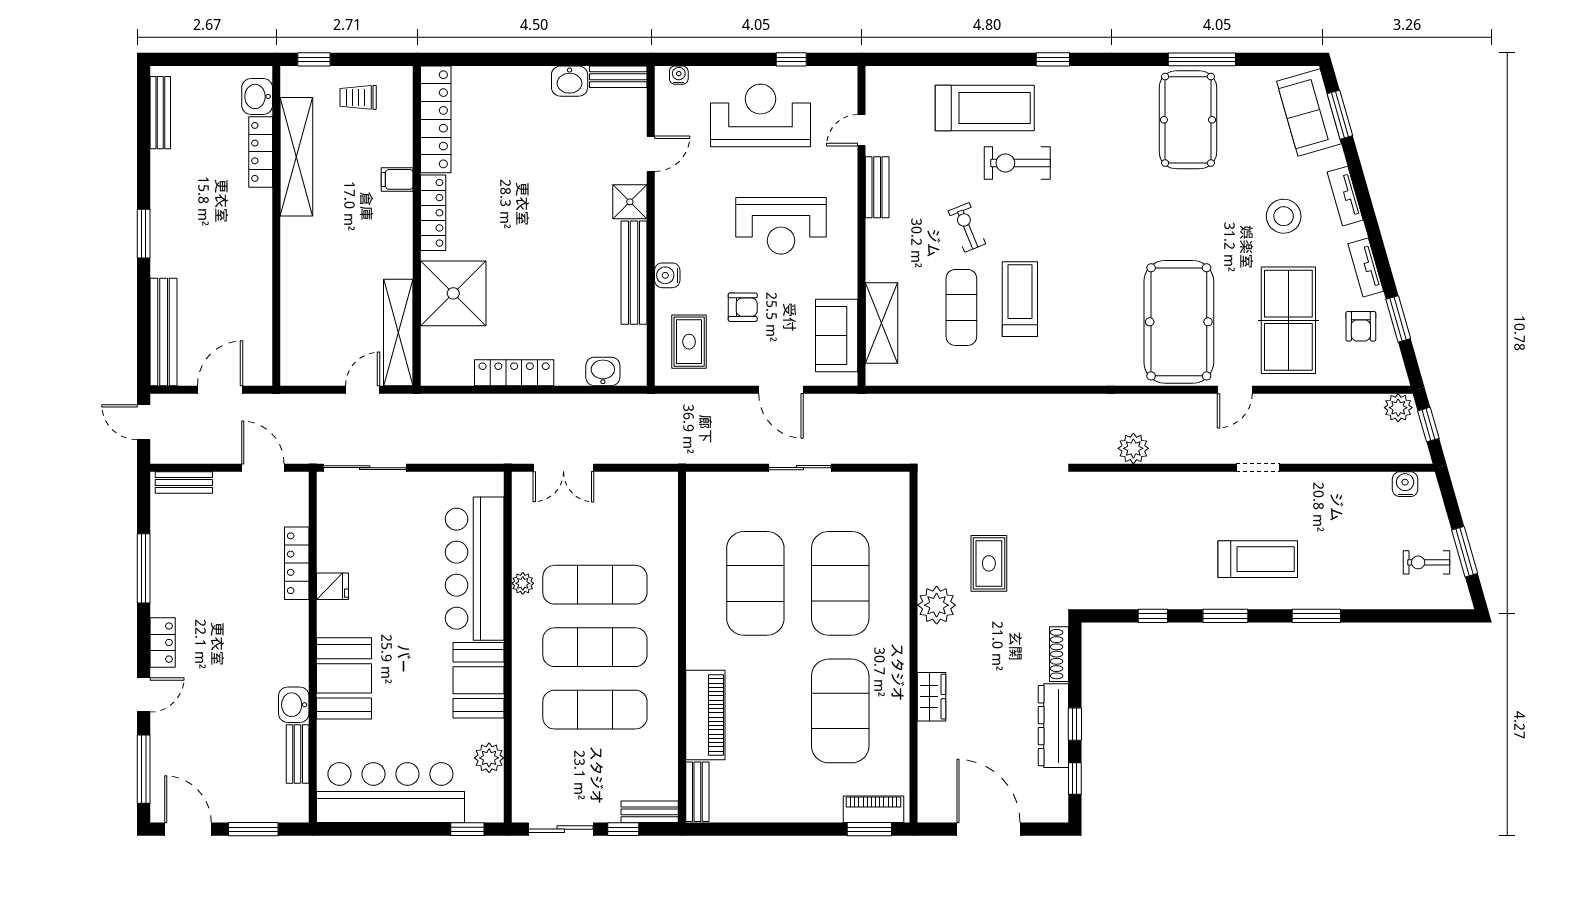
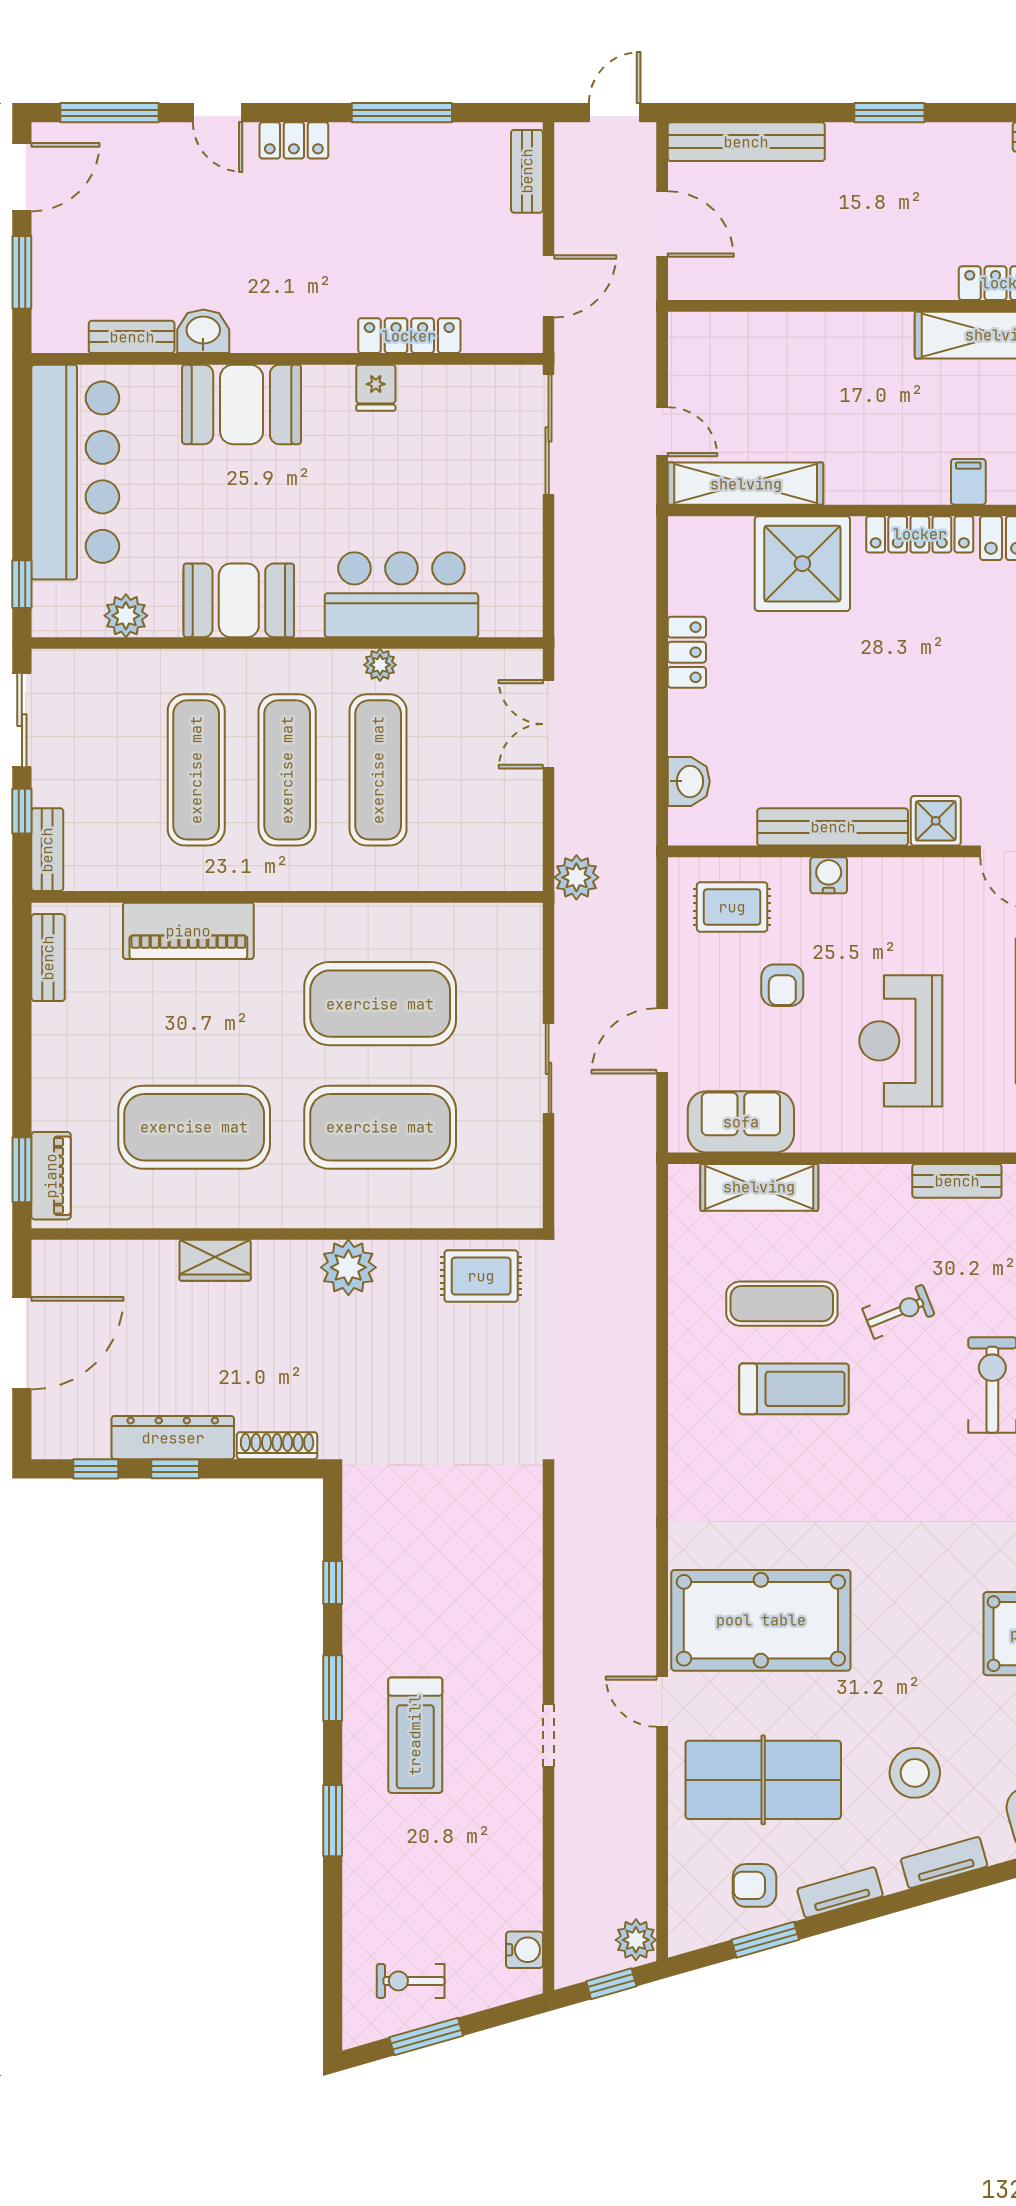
locker: (514, 373) -> (687, 652), width x0.66
plant: (1133, 448) -> (576, 877), moved
exercise bike: (1426, 562) -> (411, 1981), turned -90
rug: (989, 563) -> (481, 1276), moved
bar counter: (475, 569) -> (401, 595), width x0.73
bench: (697, 792) -> (48, 958), moved, turned 90

